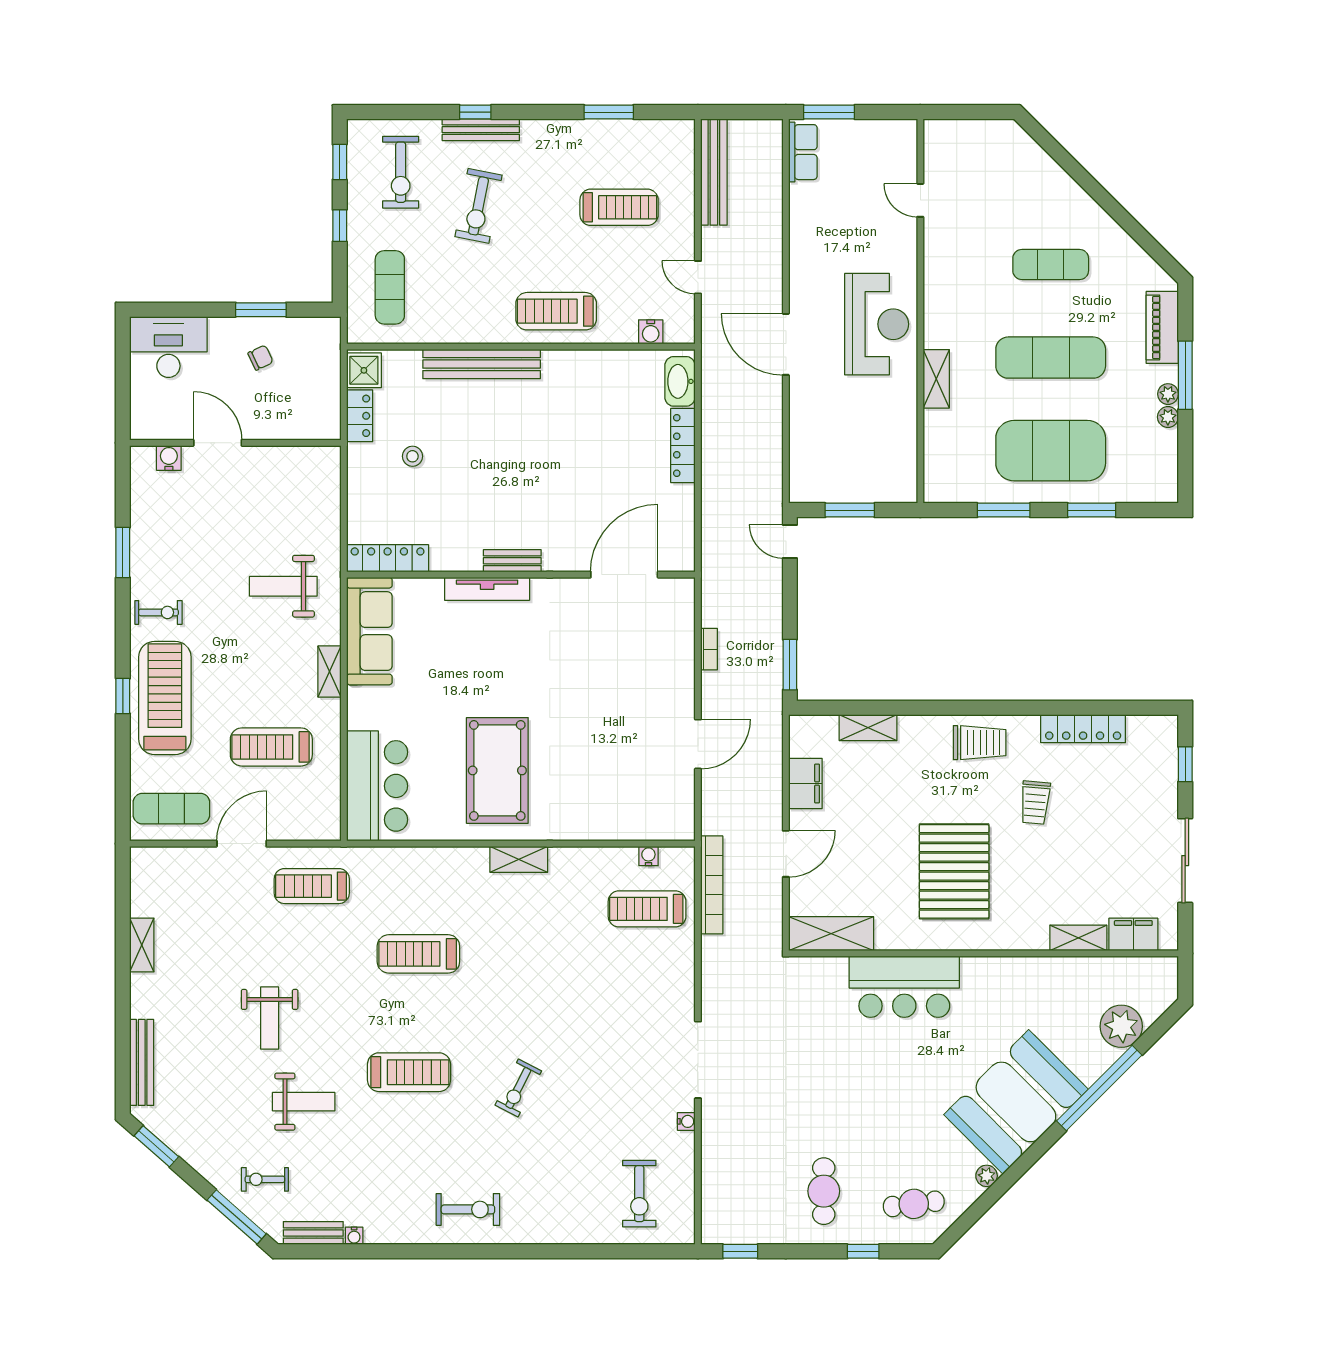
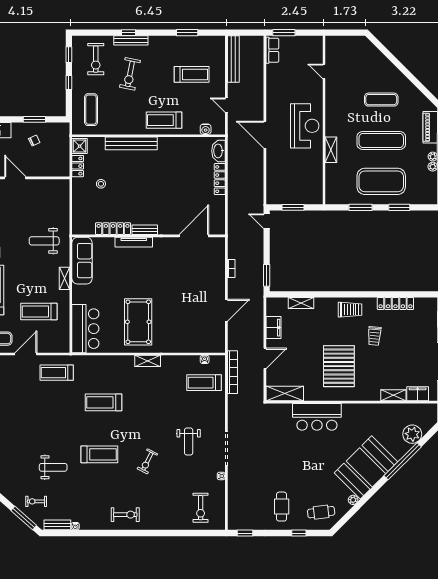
locker: (388, 558) -> (113, 229), moved
weight bench: (270, 1018) -> (189, 441), moved

